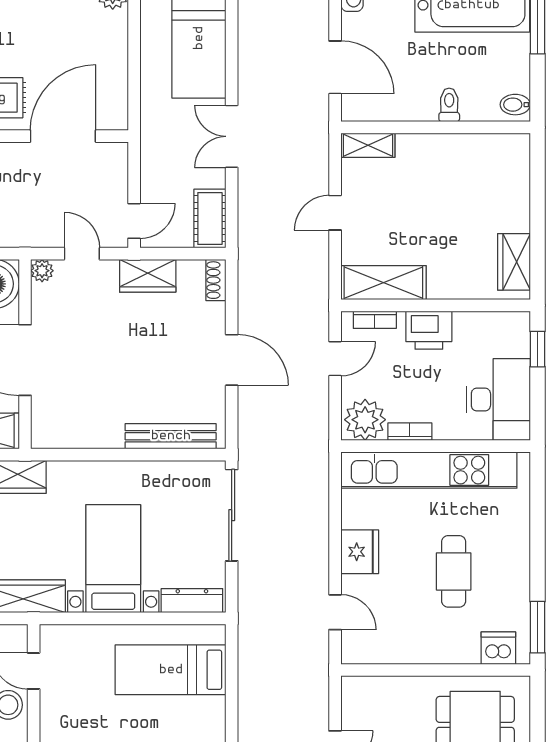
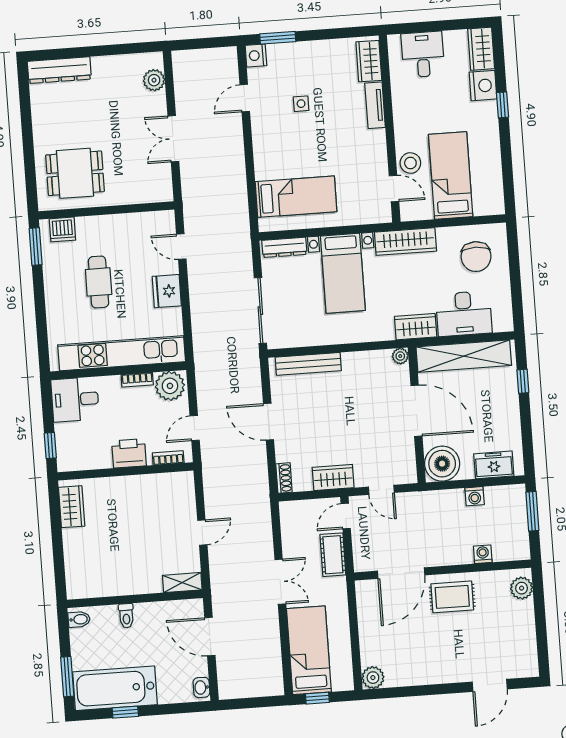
cot: (210, 219) -> (333, 555), moved
plant: (42, 271) -> (400, 356), moved
shelving: (383, 283) -> (164, 485), removed
desk: (498, 400) -> (75, 399), width x0.73

